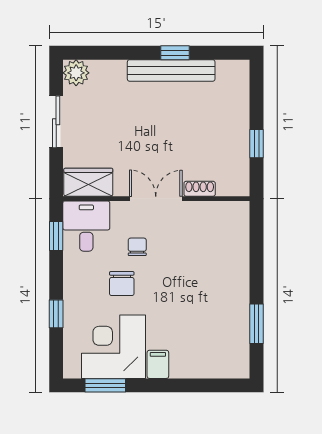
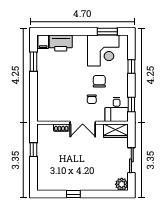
bench: (171, 70) -> (75, 185), removed
printer: (201, 362) -> (61, 43), added
filing cabinet: (158, 364) -> (43, 42), moved

